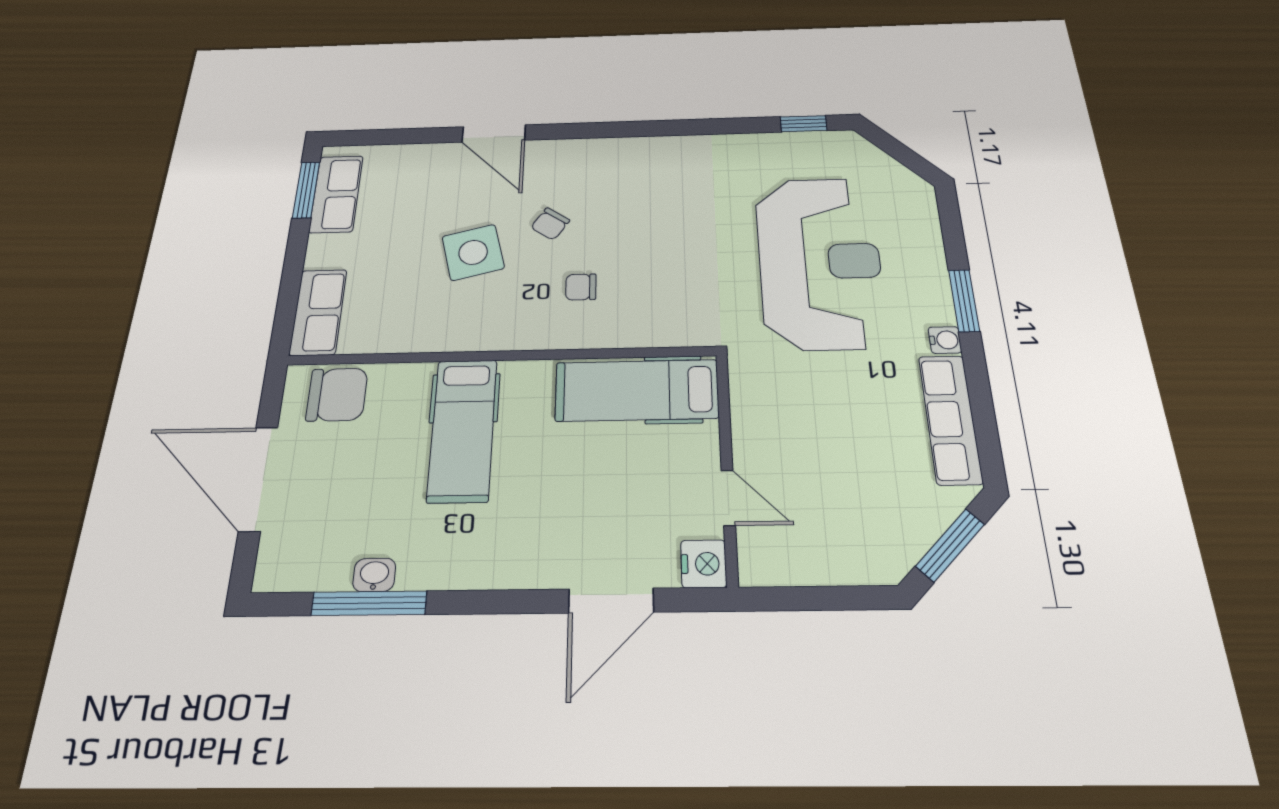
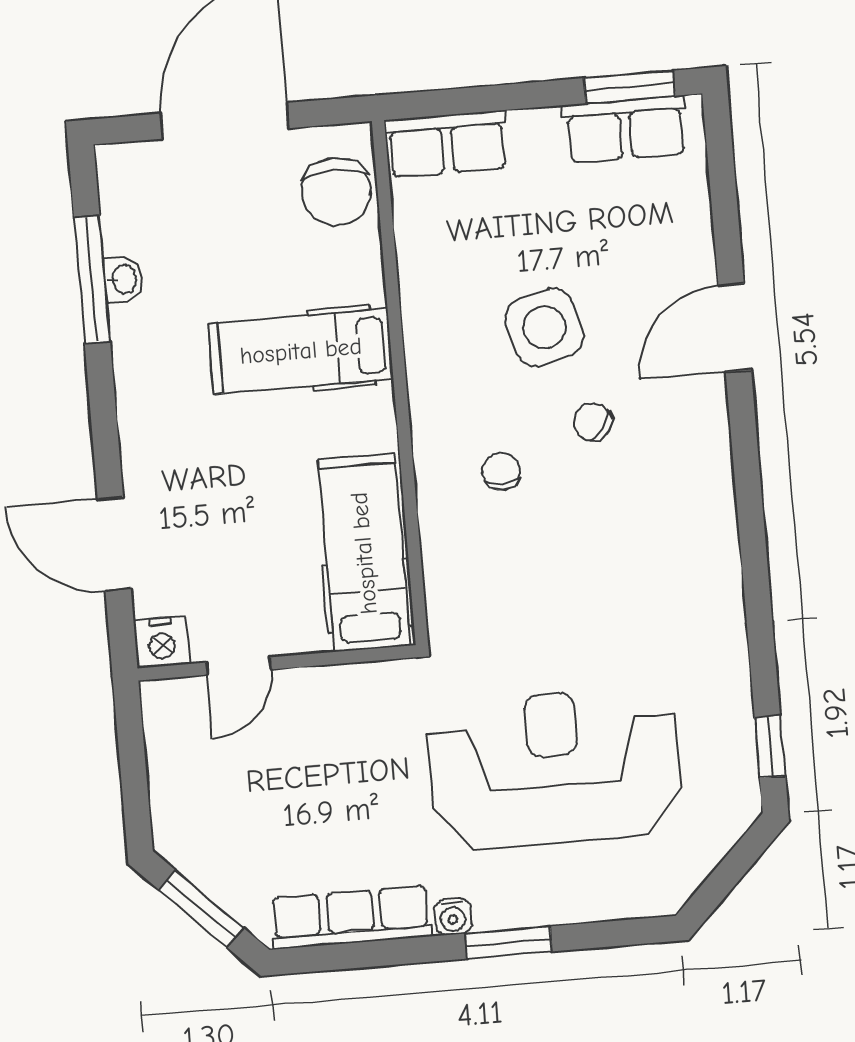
reception desk: (820, 262) -> (554, 768), turned 180

